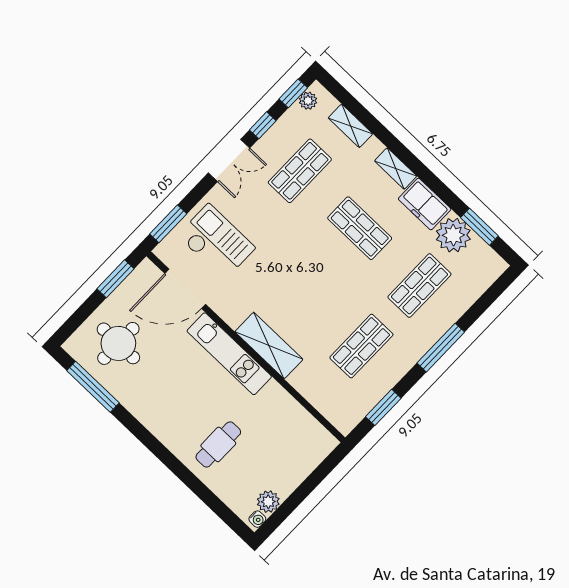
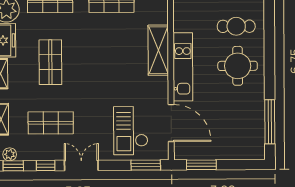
round table: (118, 343) -> (238, 66), moved

